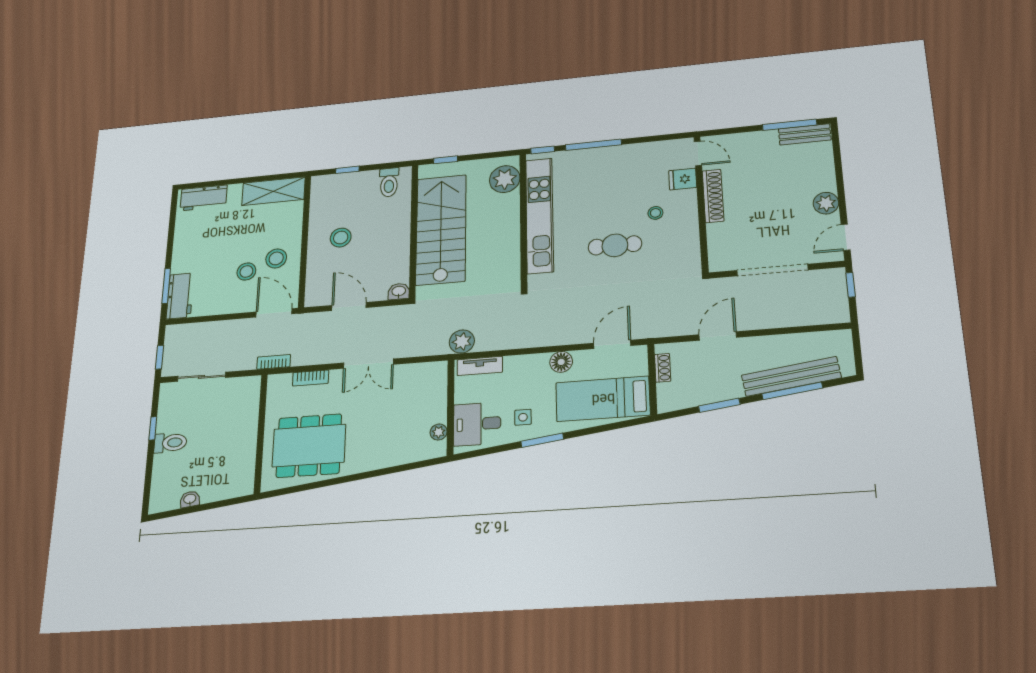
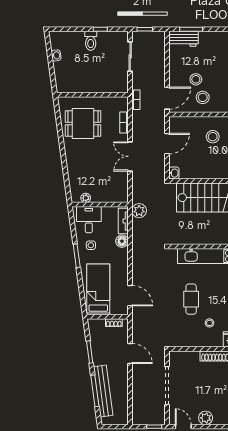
floor lamp: (561, 362) -> (122, 241), moved
dining table: (309, 446) -> (83, 124), width x0.73

